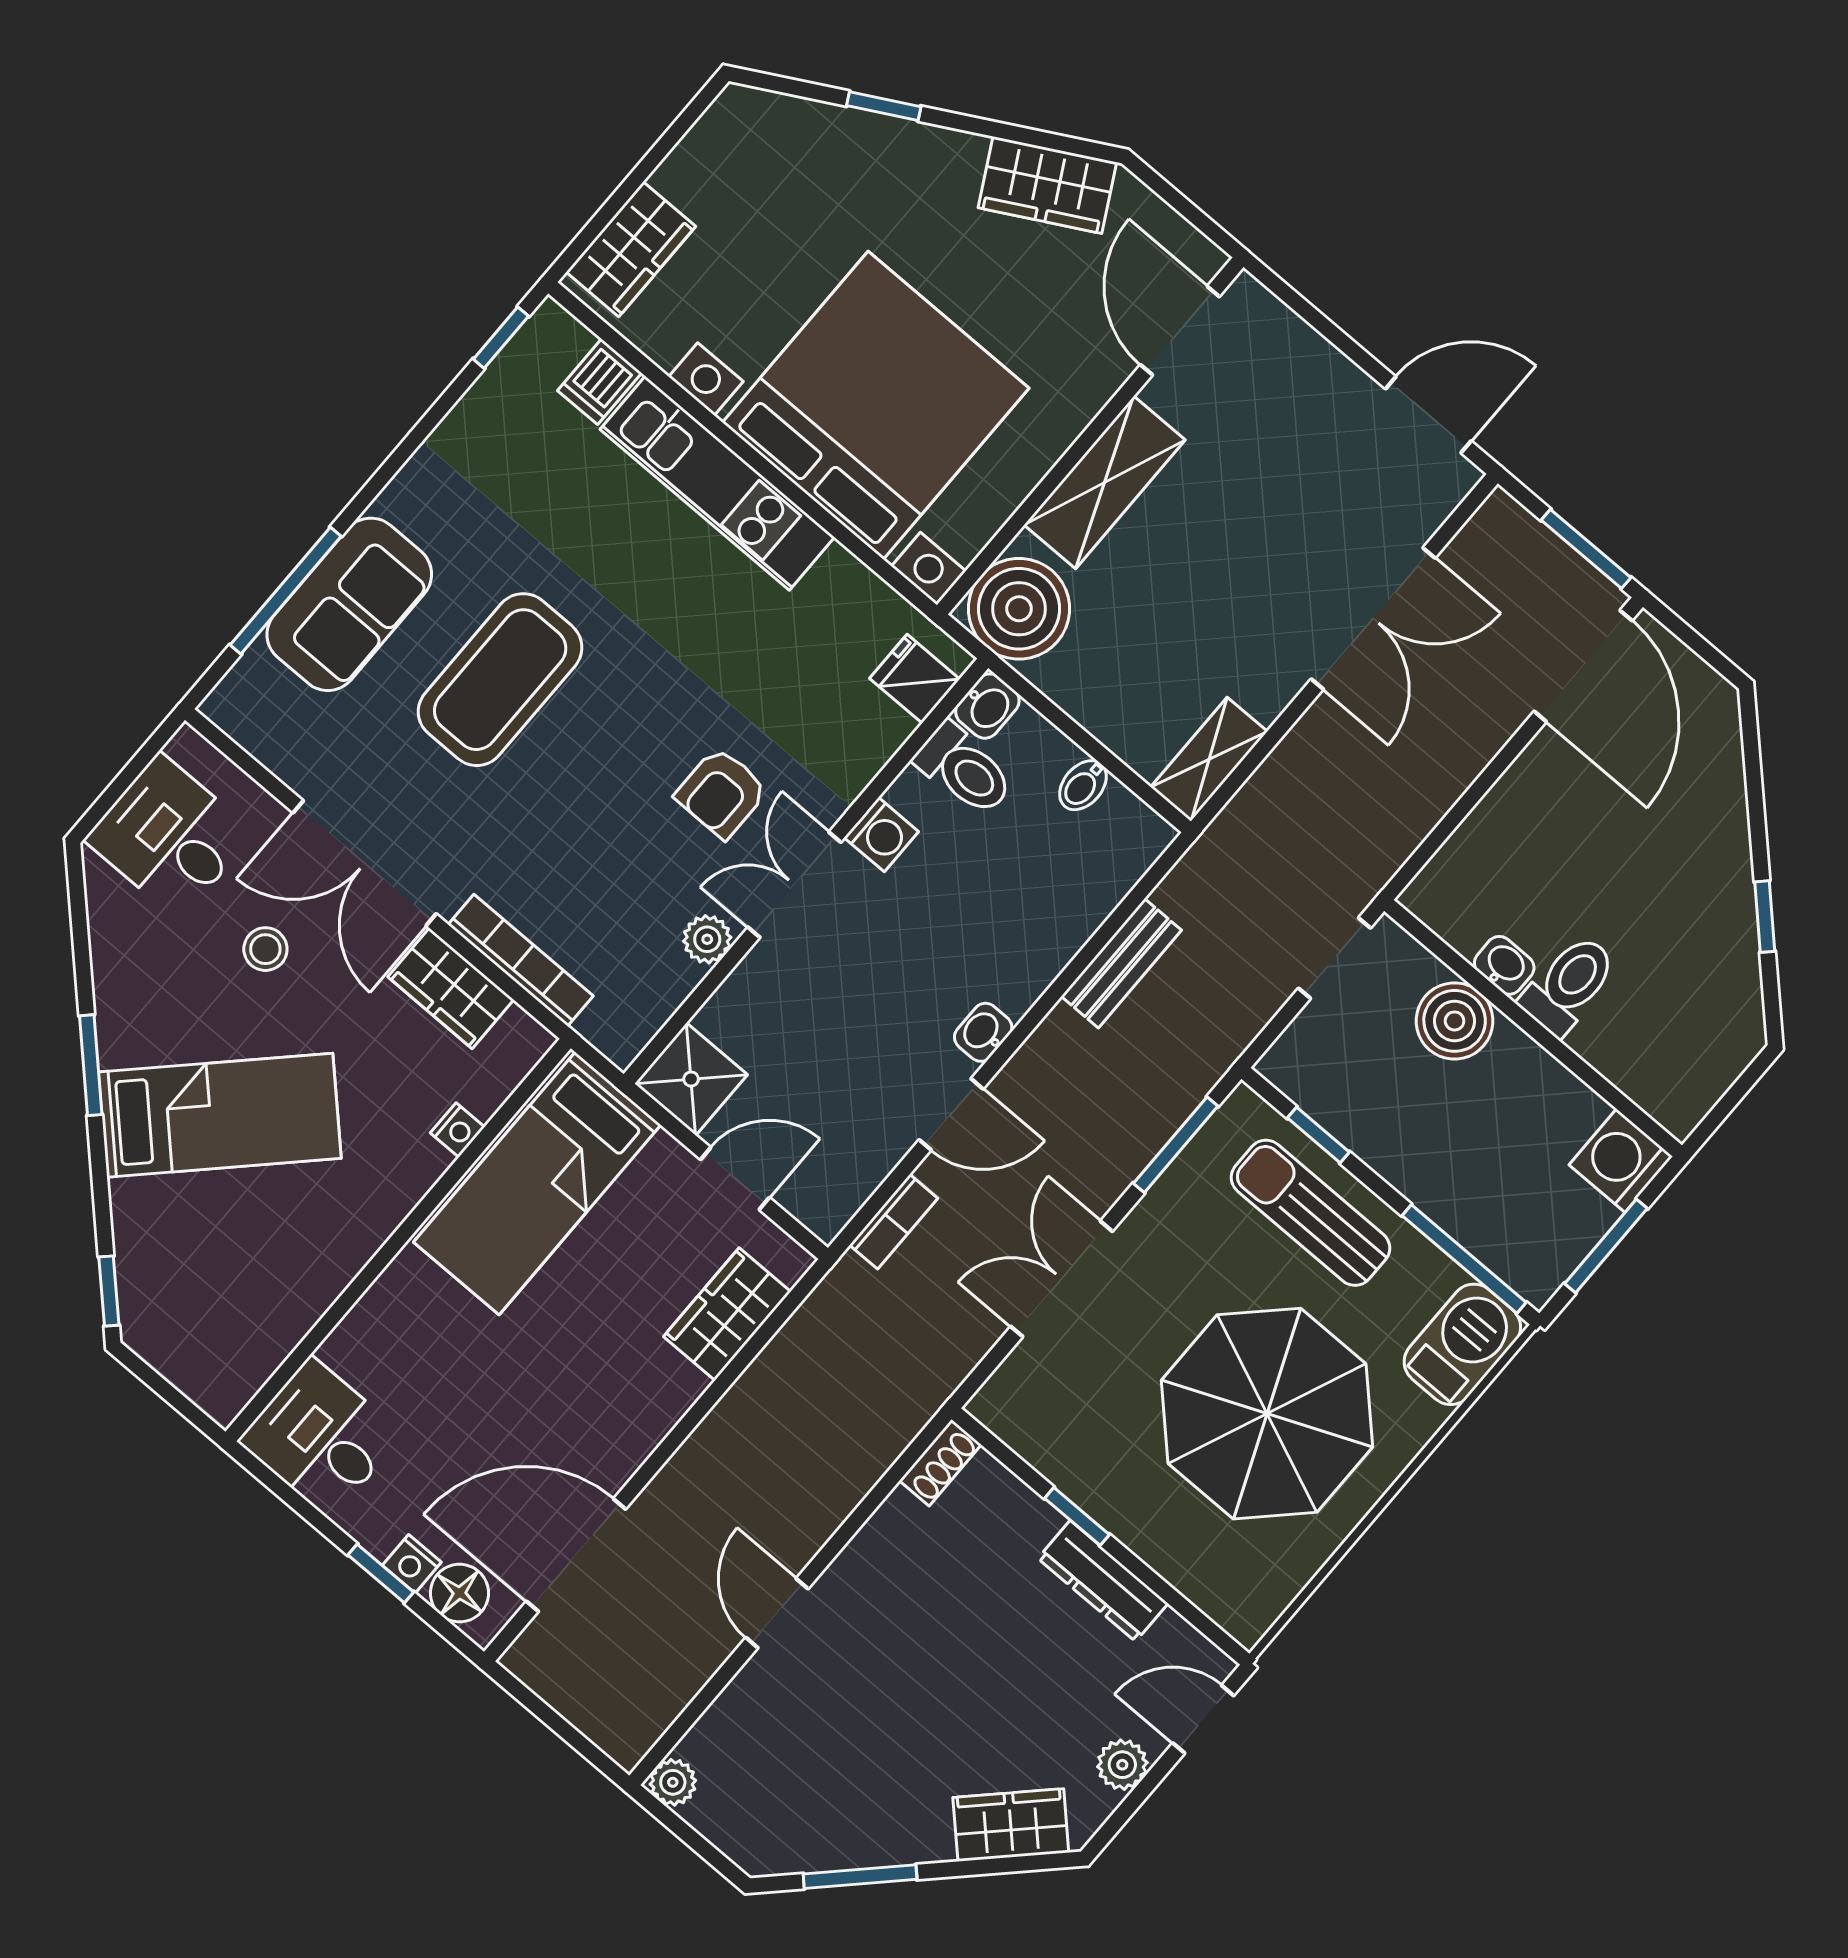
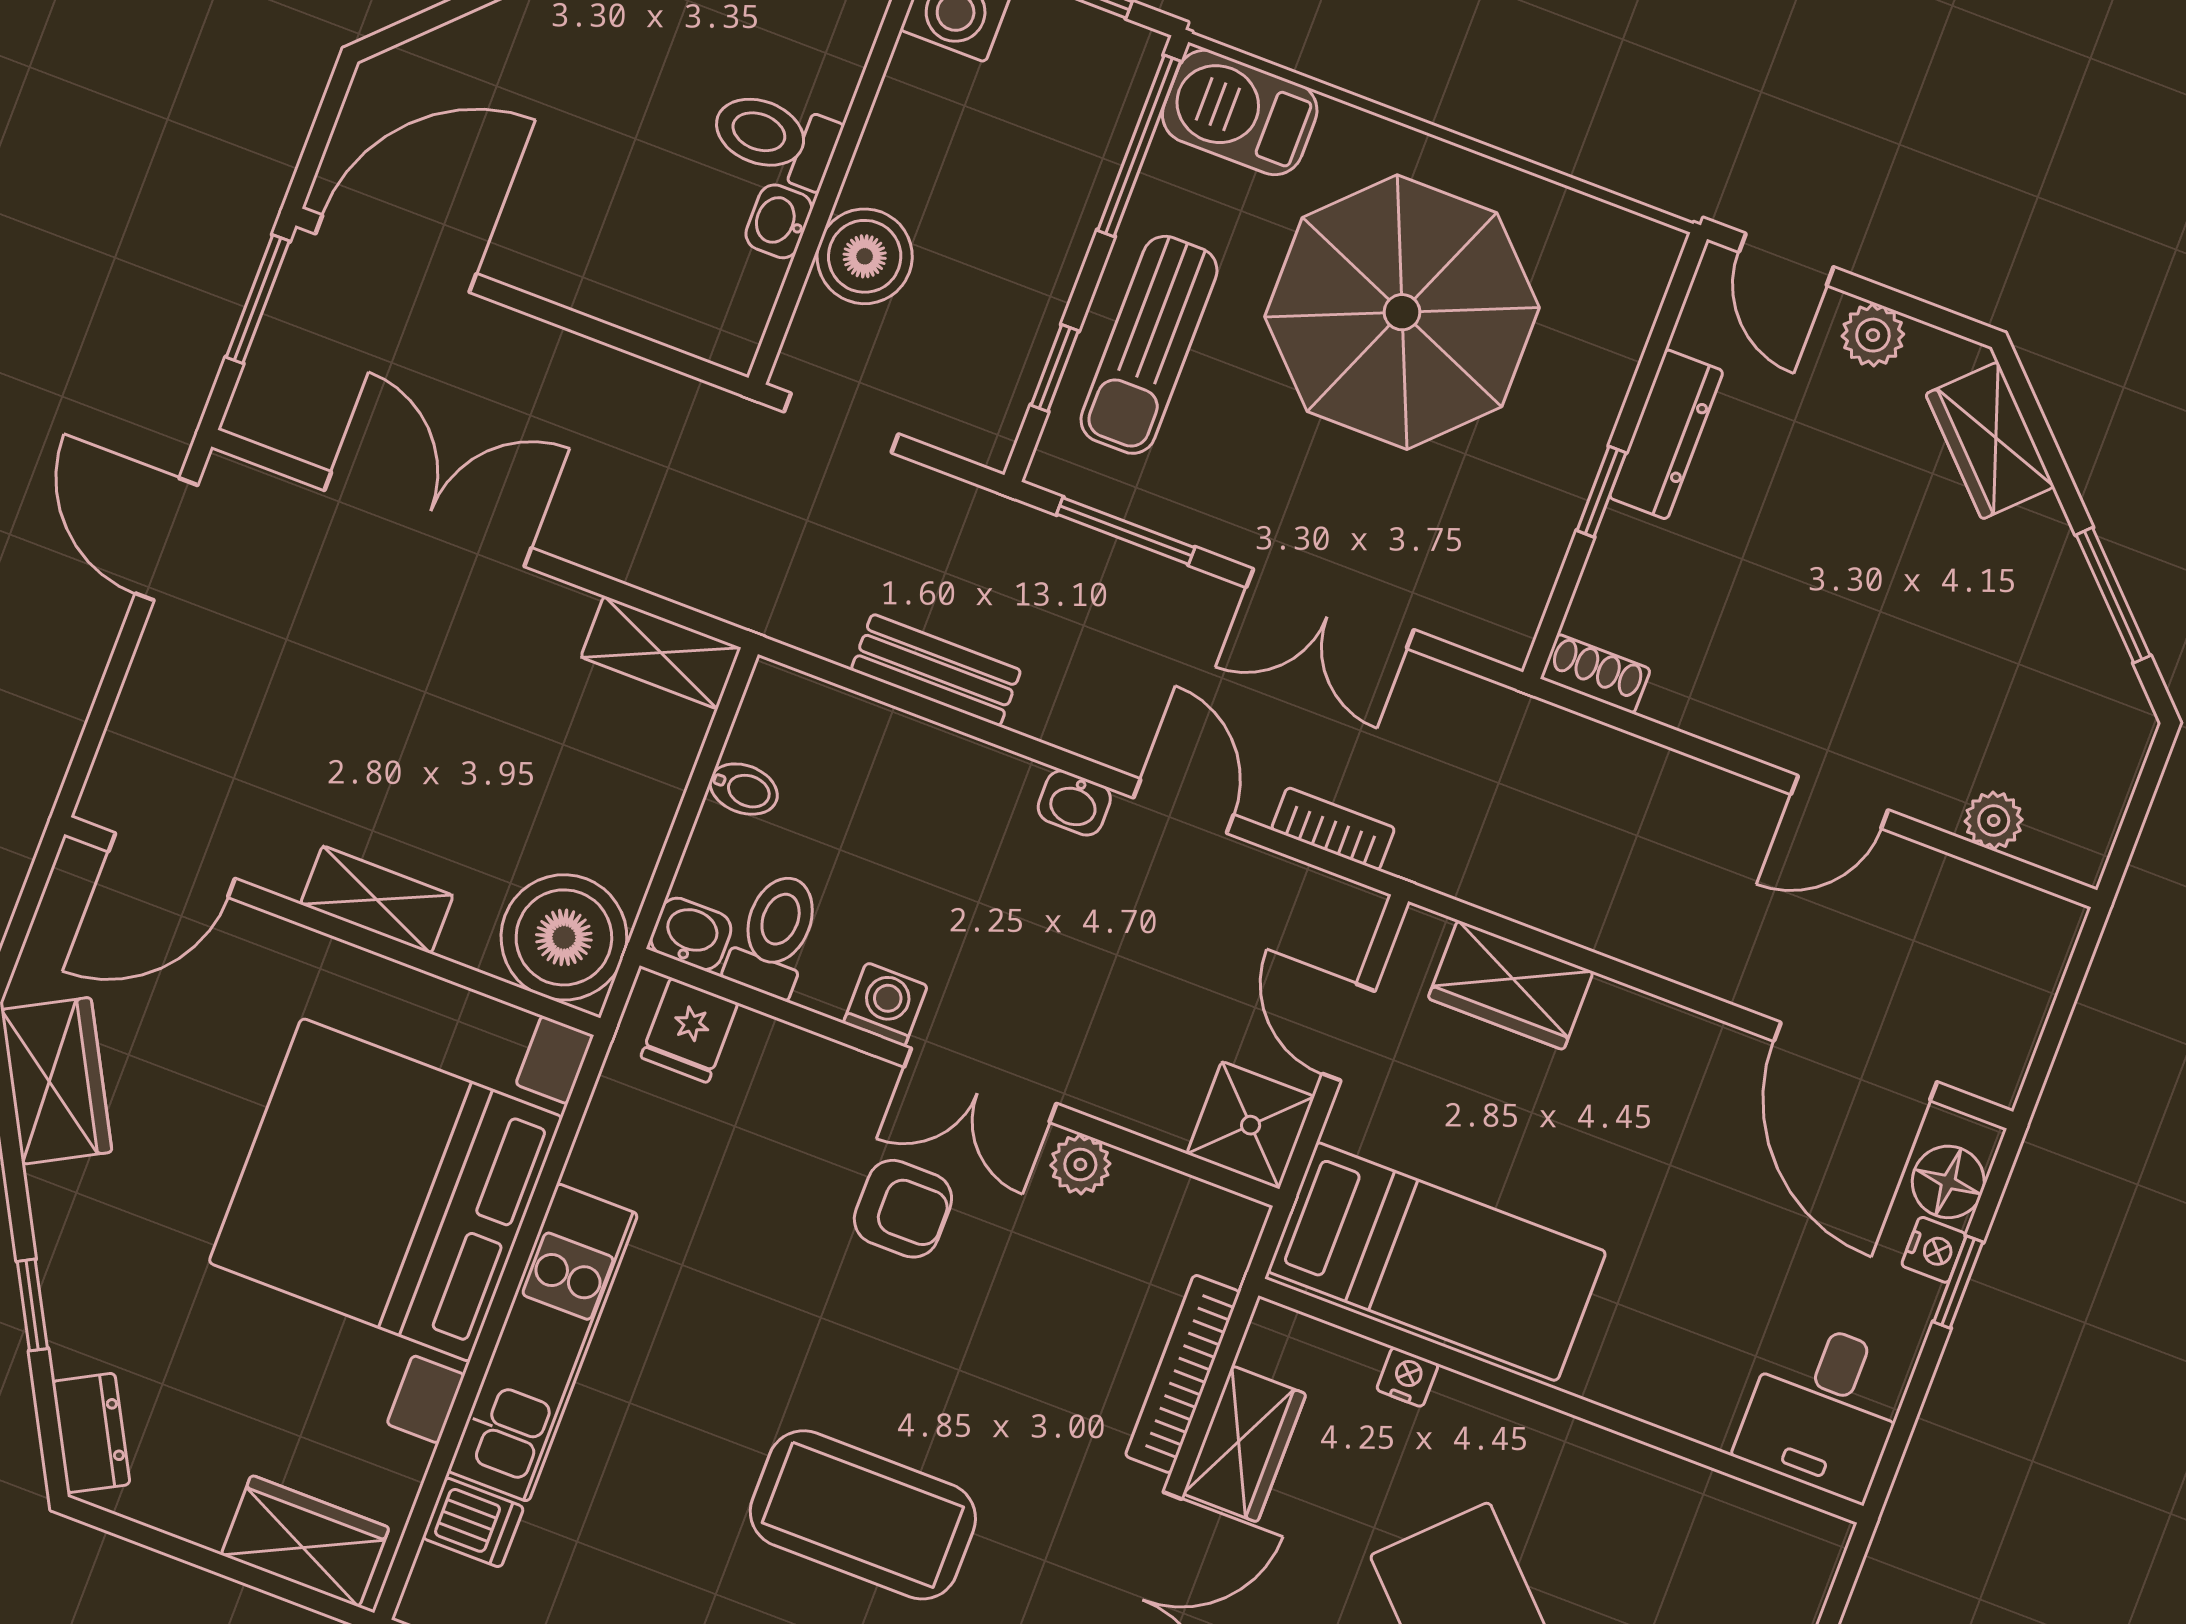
dresser: (771, 116) -> (91, 1433), added
shelving: (1105, 482) -> (377, 900), width x0.67, depth x0.75
plant: (673, 1782) -> (1994, 820), moved

